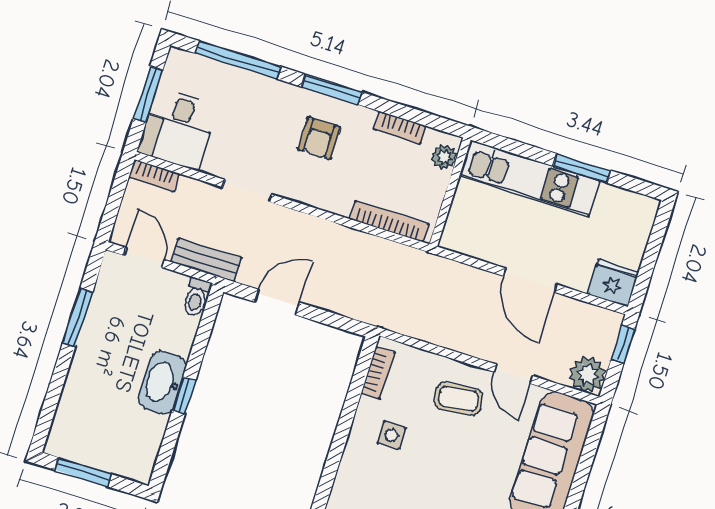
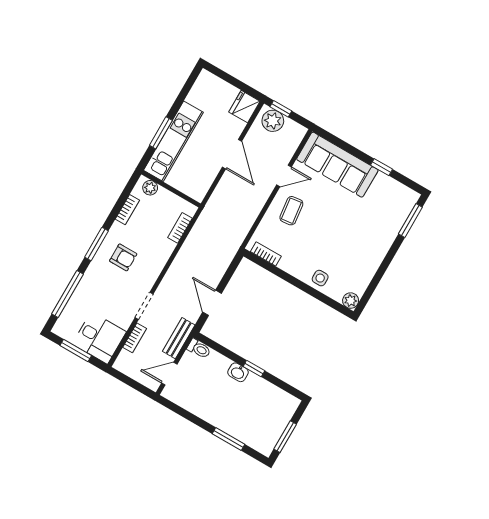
window: (582, 168) -> (161, 133), moved
bookcase: (154, 176) -> (135, 338), moved
bookcase: (389, 221) -> (180, 228), width x0.64
door: (530, 280) -> (232, 154), hinge flipped
window: (78, 317) -> (228, 439), moved
plant: (588, 374) -> (273, 121), moved
washbasin: (162, 382) -> (238, 372), width x0.52, depth x0.69
side table: (391, 435) -> (320, 278), moved

